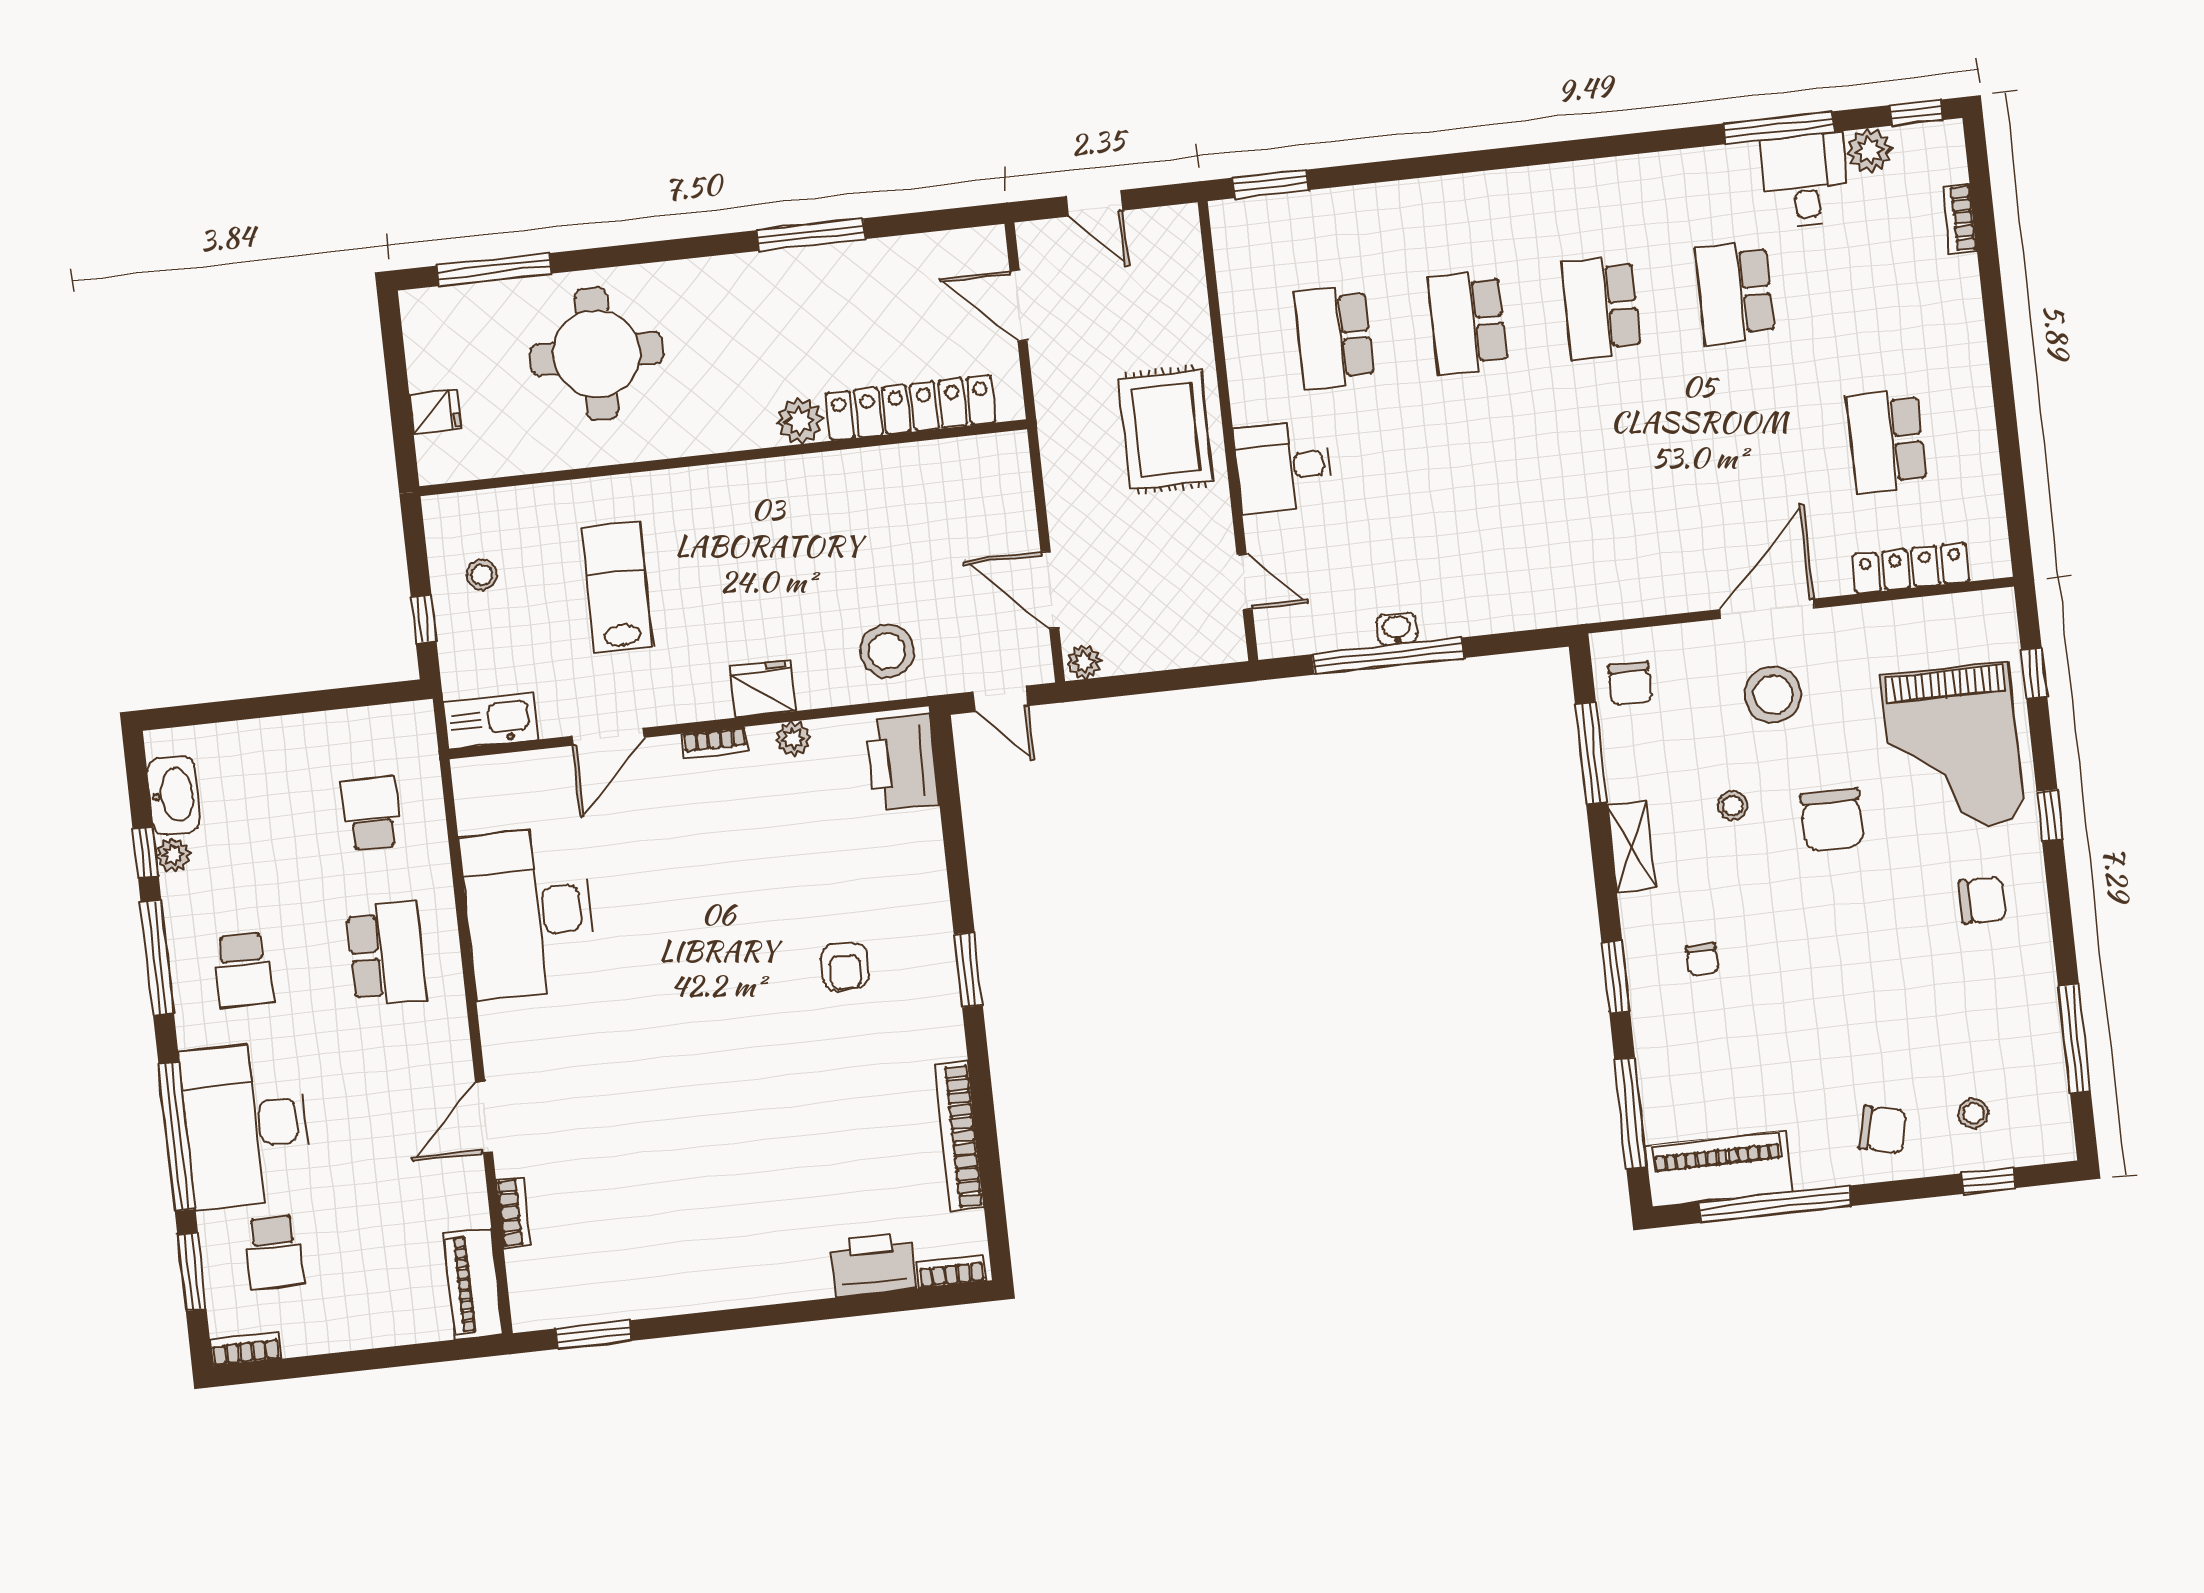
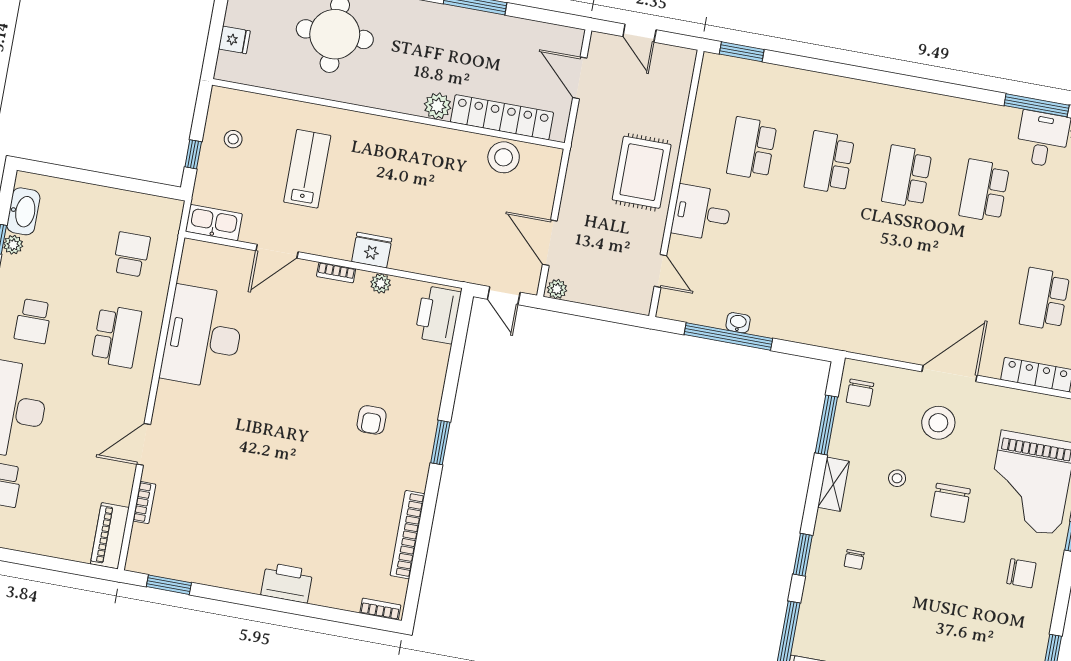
stool: (887, 651) -> (504, 157), moved
printer: (873, 1264) -> (287, 583), moved

